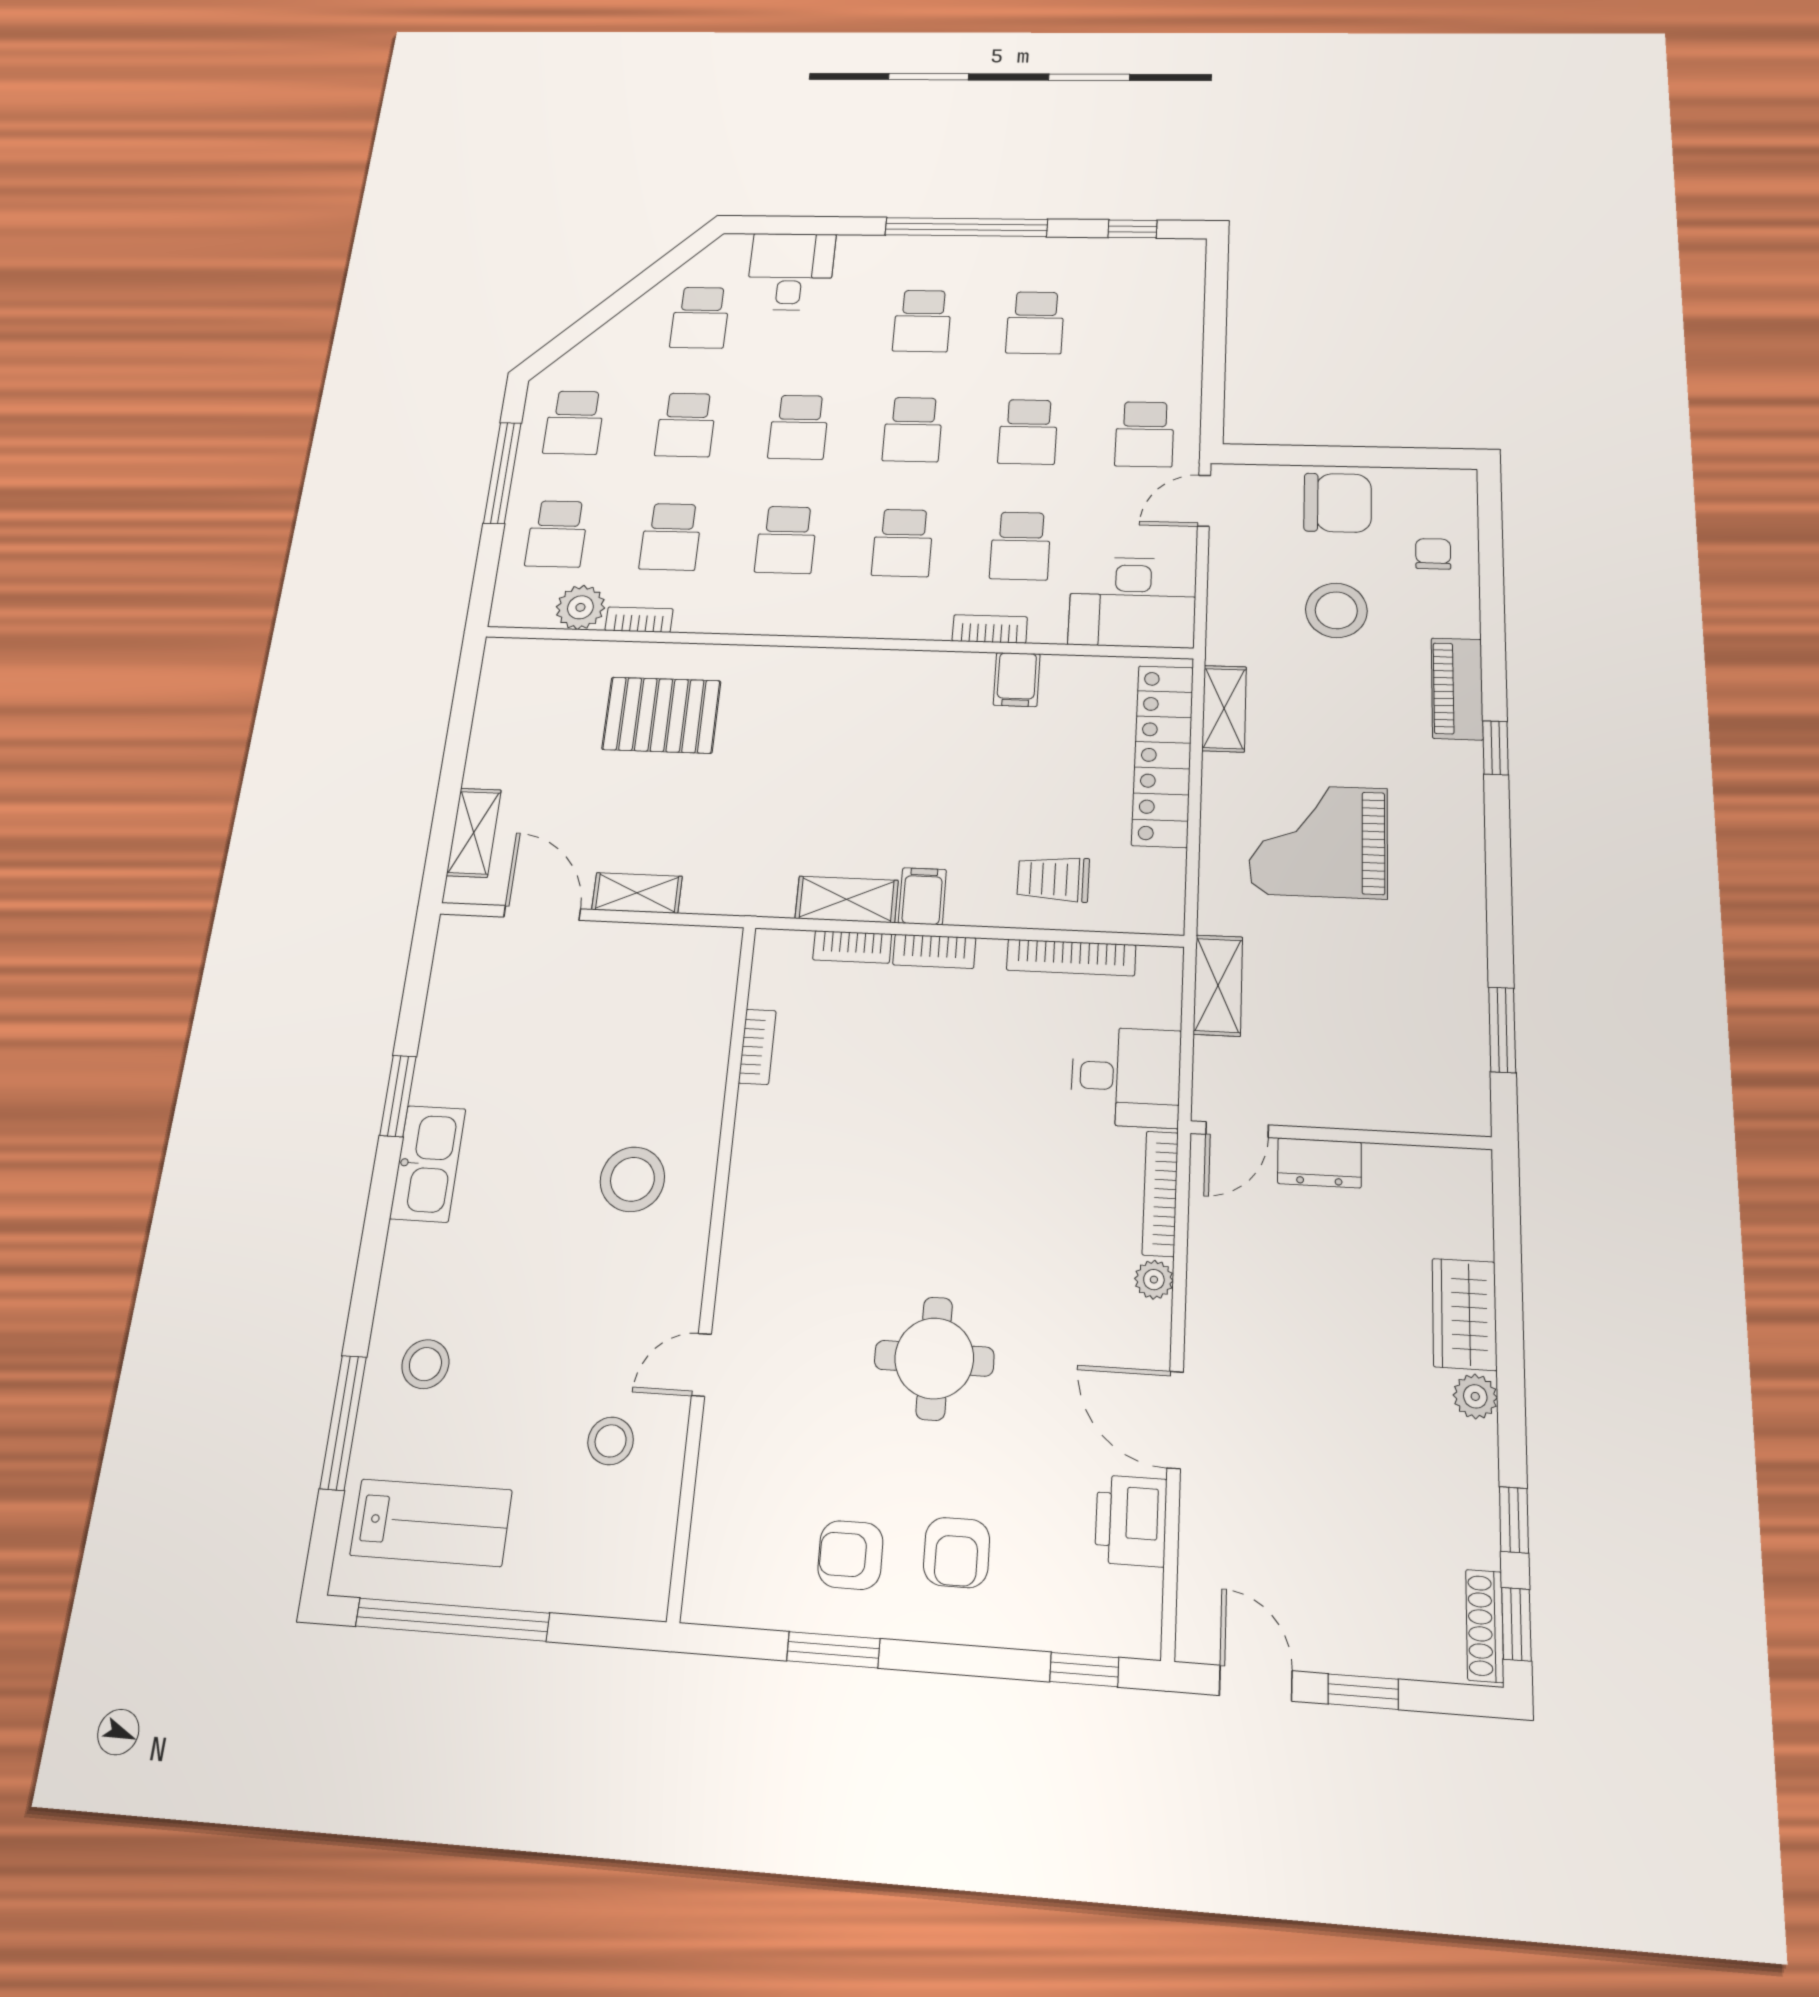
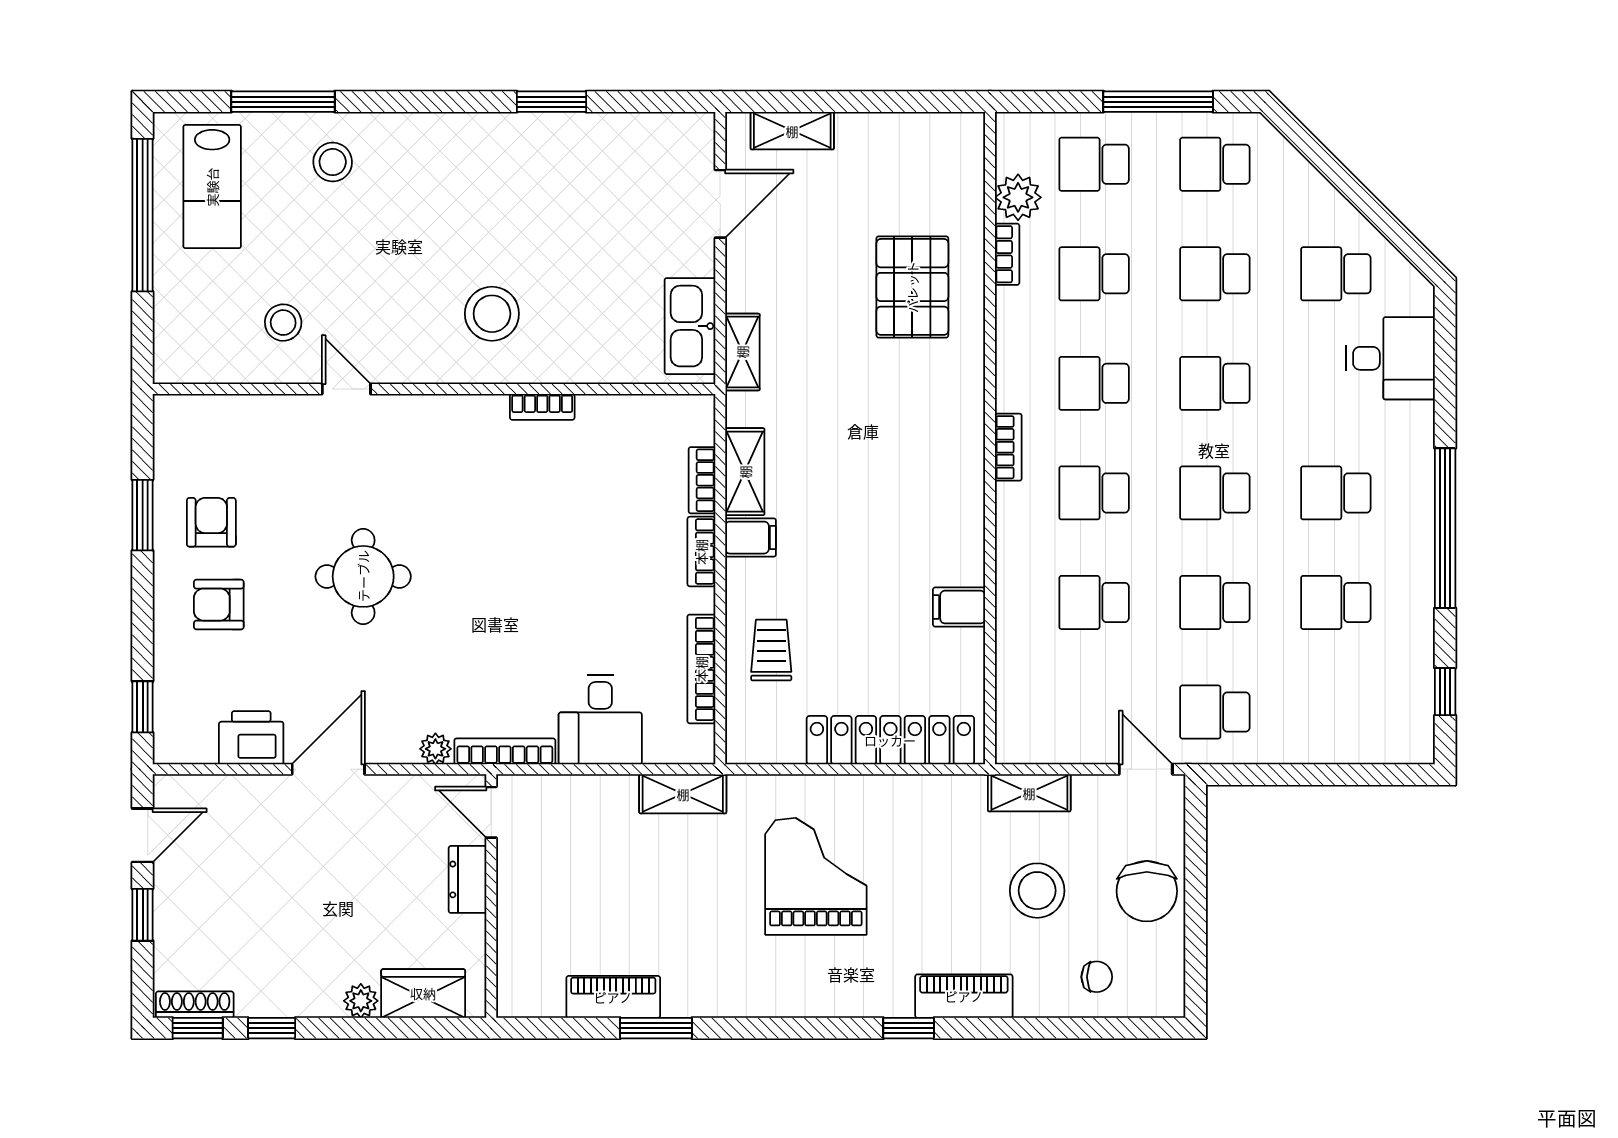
desk: (1132, 602) -> (1039, 708), removed
bookcase: (990, 629) -> (1008, 447), moved
shelving: (1224, 709) -> (1029, 793), moved
shelving: (637, 893) -> (742, 352), moved
bookcase: (757, 1047) -> (542, 407), moved
piano: (1465, 1078) -> (613, 997), added
door: (1237, 1130) -> (491, 812), moved
wall: (1340, 1135) -> (491, 896), moved
dresser: (1319, 1163) -> (467, 879), moved
kitchen sink: (428, 1164) -> (690, 326), moved, turned 90

